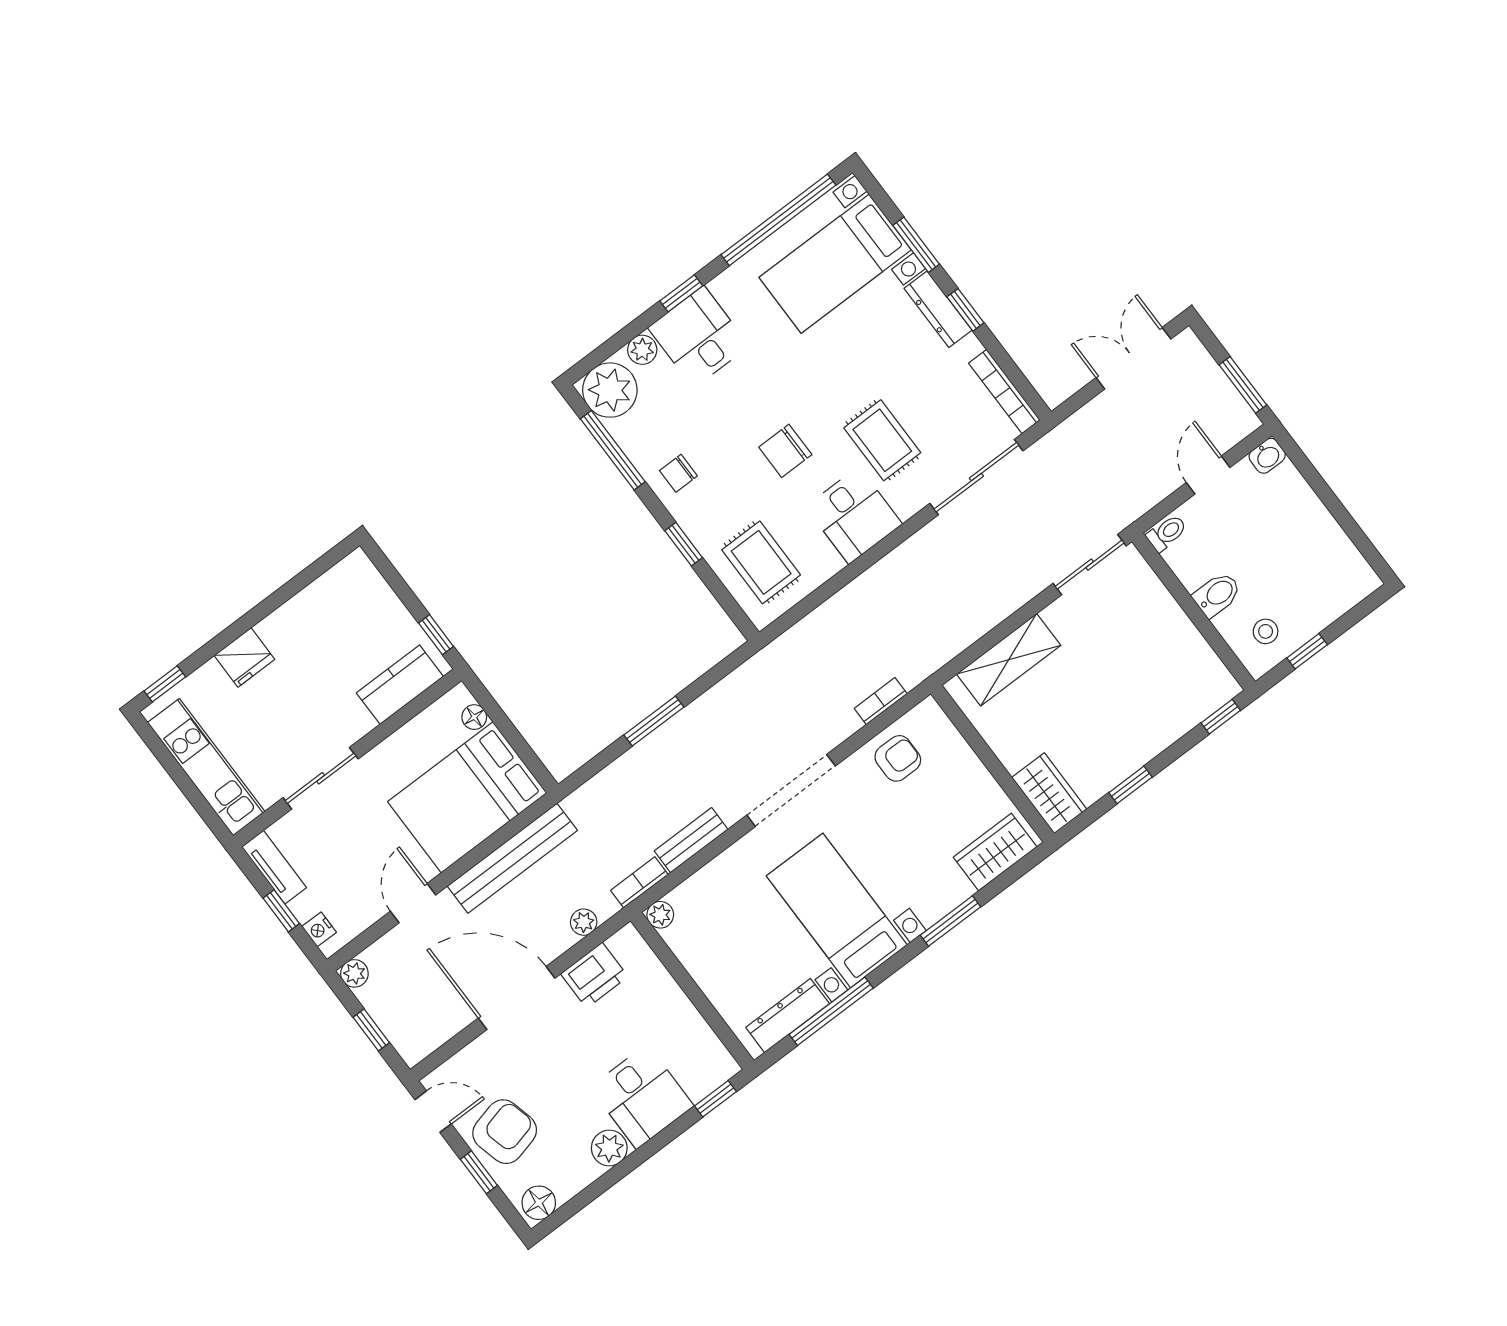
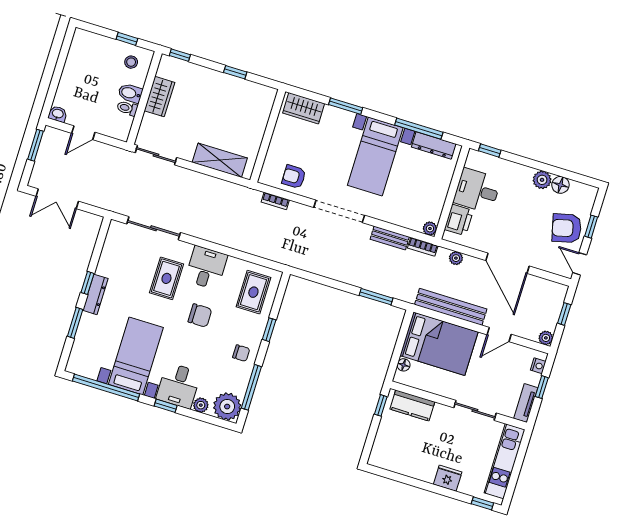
bed with nightstands: (835, 264) -> (136, 356), moved, turned -90
bookcase: (1004, 392) -> (110, 242), removed
toilet: (1167, 533) -> (127, 108), moved
window: (654, 721) -> (376, 297), moved
wardrobe: (1049, 793) -> (159, 97), moved, turned 180
printer: (594, 975) -> (459, 220), moved, turned 90
desk: (642, 1097) -> (477, 191), moved, turned -90
floor lamp: (539, 1203) -> (560, 185), moved

